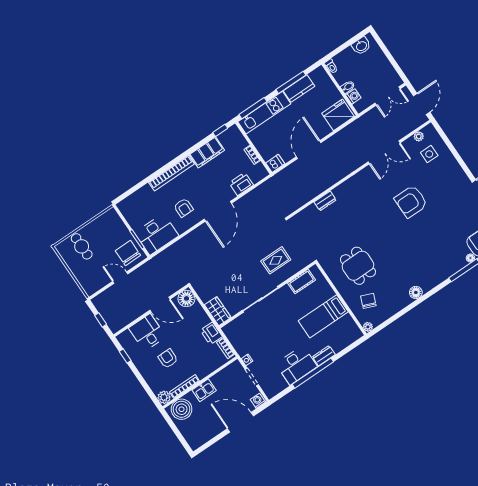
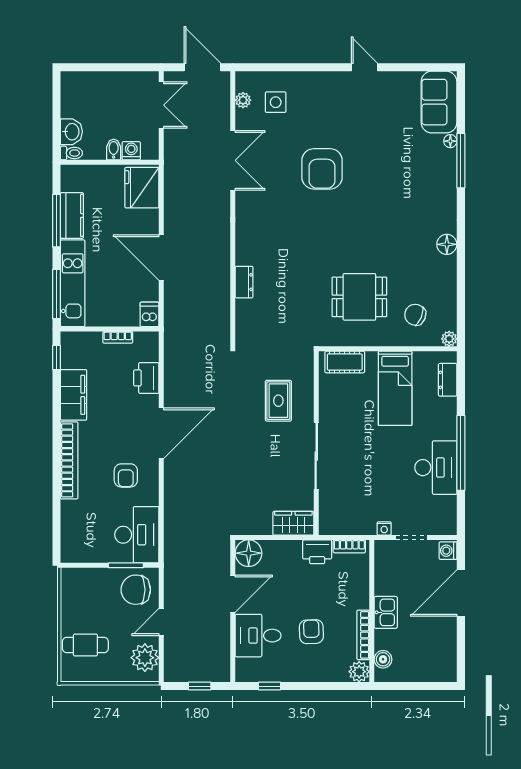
washbasin: (361, 46) -> (71, 132), moved
armchair: (184, 208) -> (126, 475), turned 90
door: (218, 211) -> (161, 433), hinge flipped
cot: (301, 281) -> (345, 362), moved, turned 90
plant: (96, 282) -> (145, 658), added
dresser: (324, 356) -> (448, 380), moved
armchair: (168, 359) -> (311, 632), turned 88
boiler: (182, 409) -> (383, 659), width x0.54, depth x0.54

